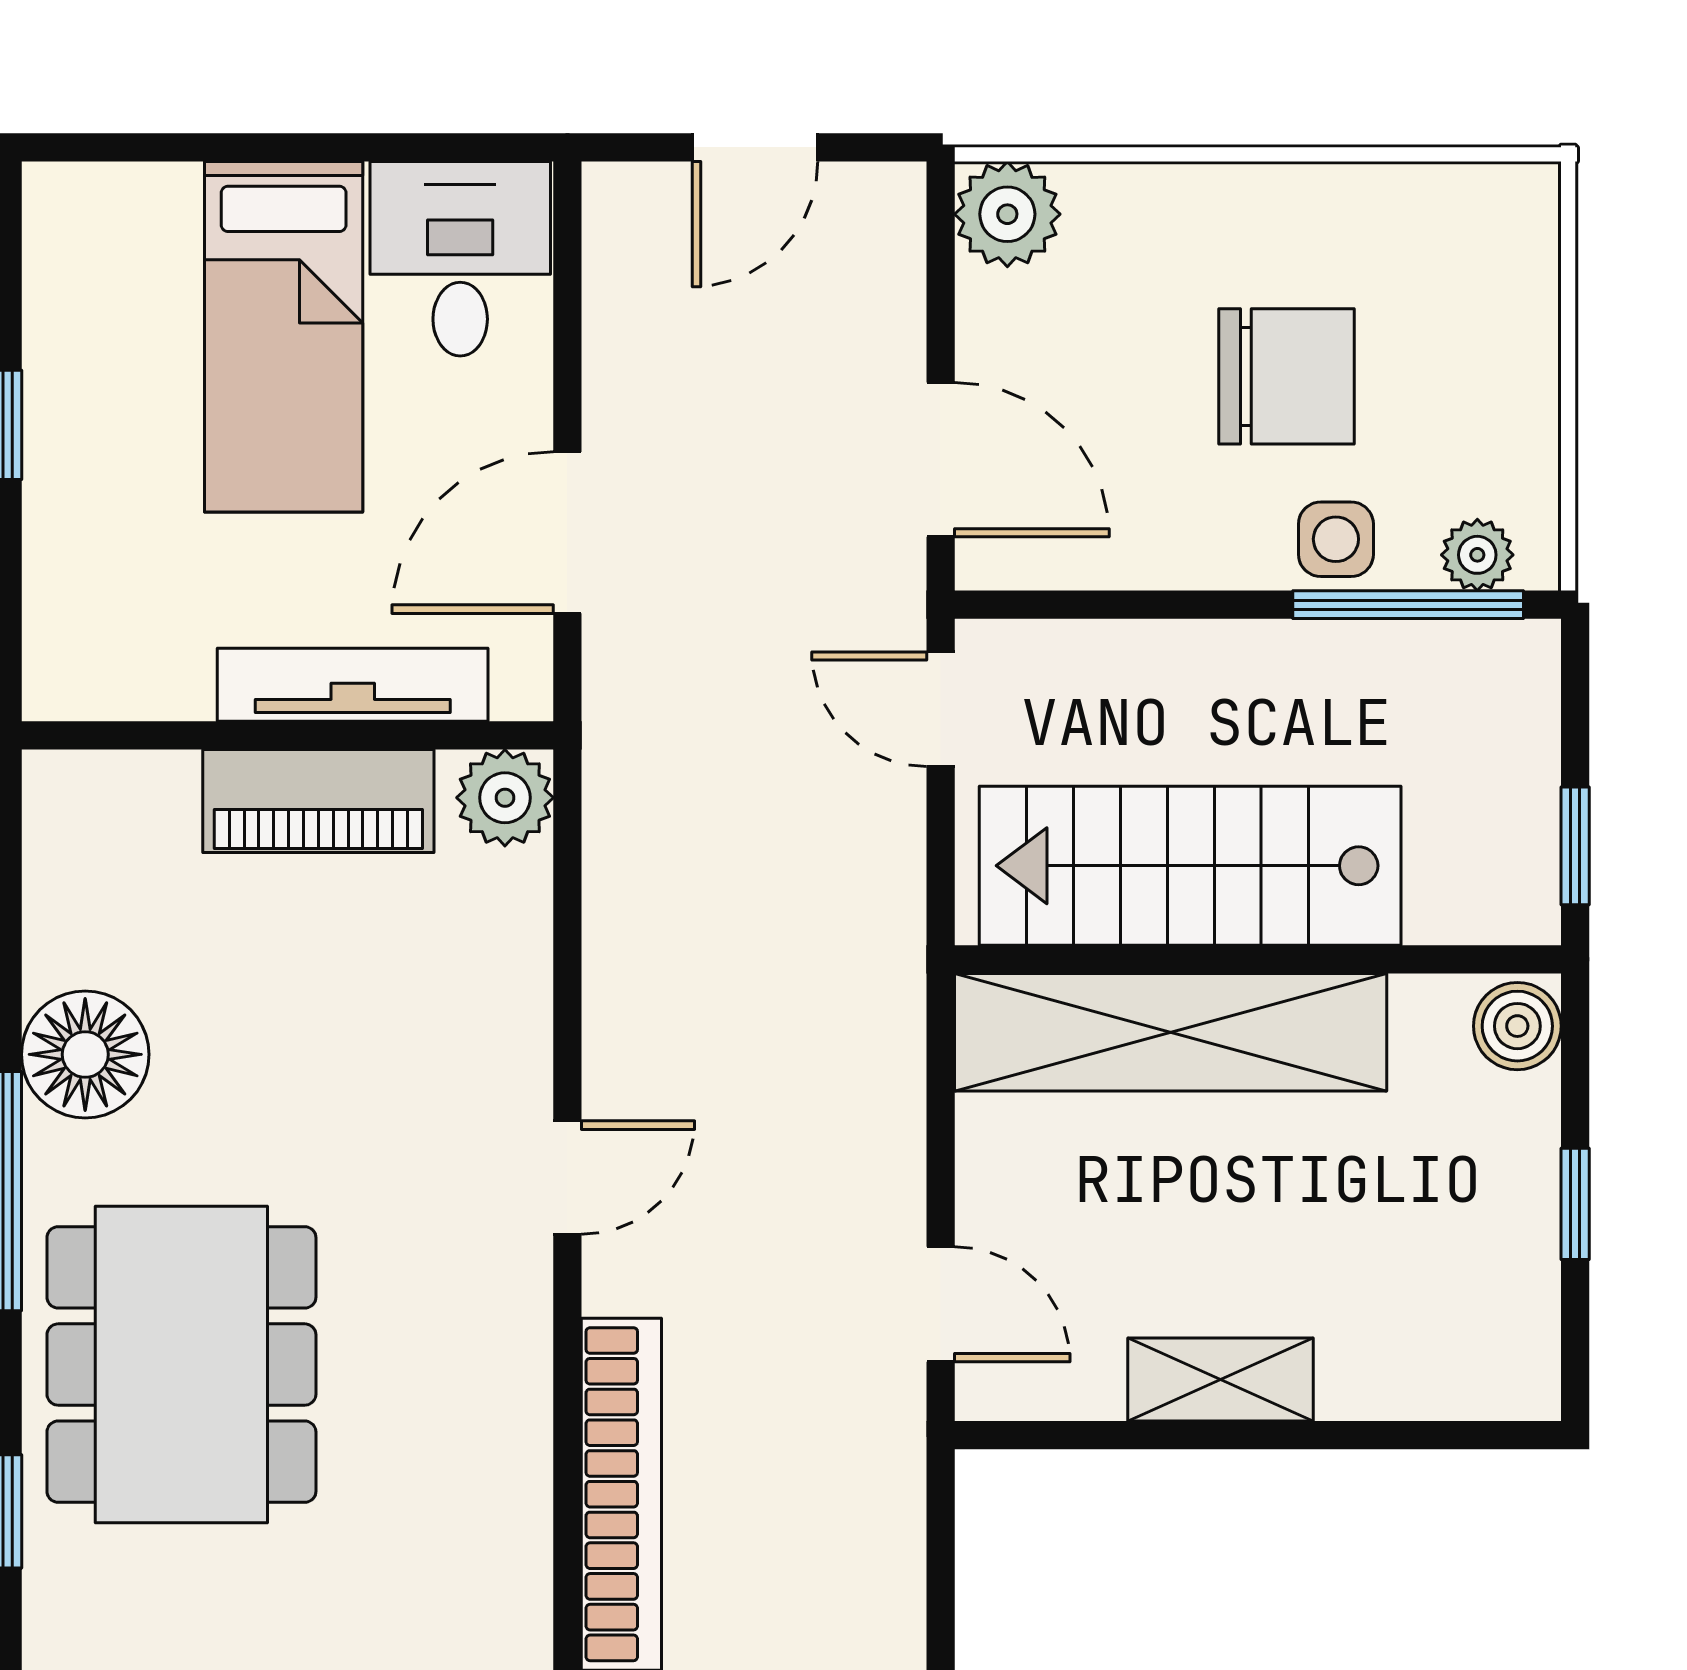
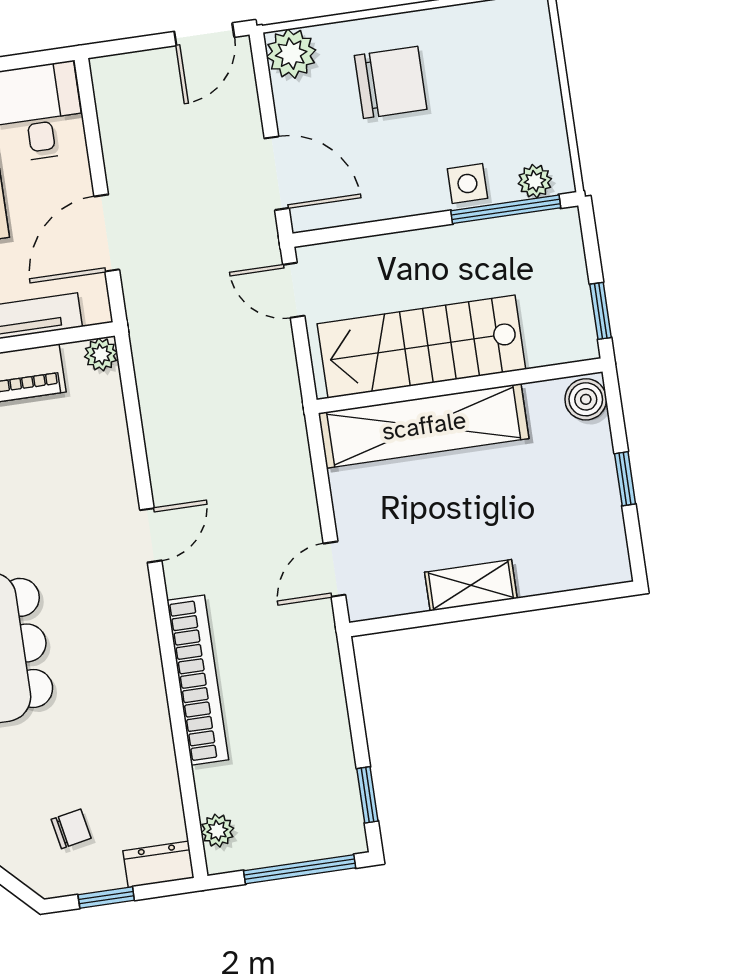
door: (755, 147) -> (204, 34), moved
chair: (1286, 376) -> (391, 82), moved
plant: (505, 798) -> (101, 354), width x0.73, depth x0.73
door: (941, 1304) -> (334, 569), swing flipped

